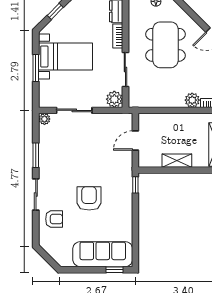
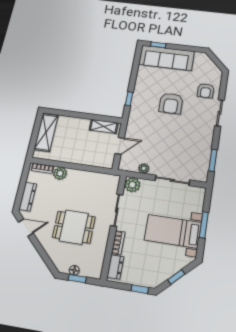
dining table: (166, 45) -> (74, 227), width x0.73
plant: (44, 119) -> (144, 168), moved
window: (36, 155) -> (213, 160), moved
shelving: (177, 161) -> (104, 126), moved
window: (135, 185) -> (129, 99), moved
armchair: (54, 219) -> (206, 91), turned -90

